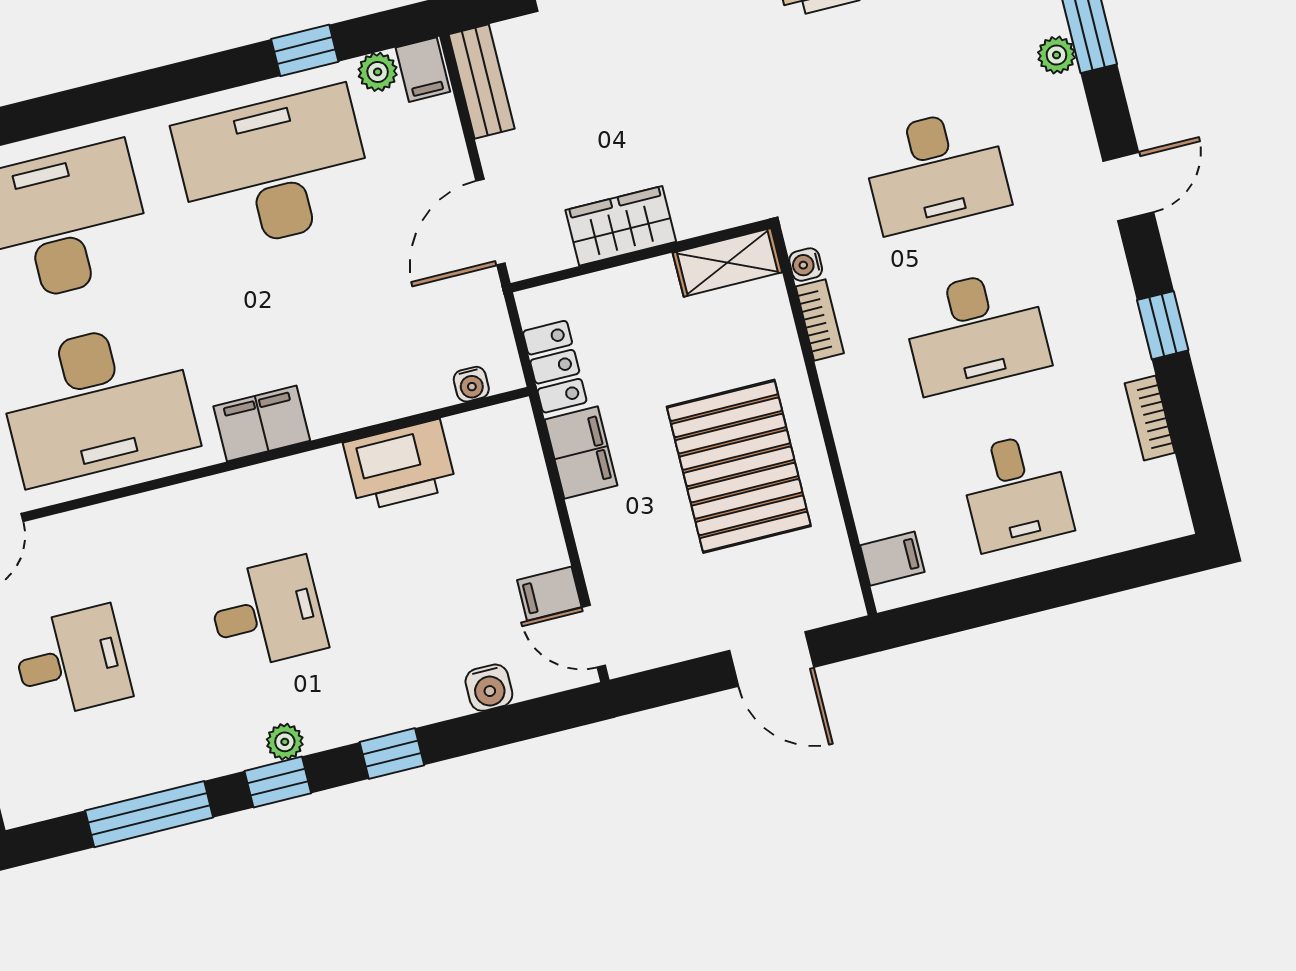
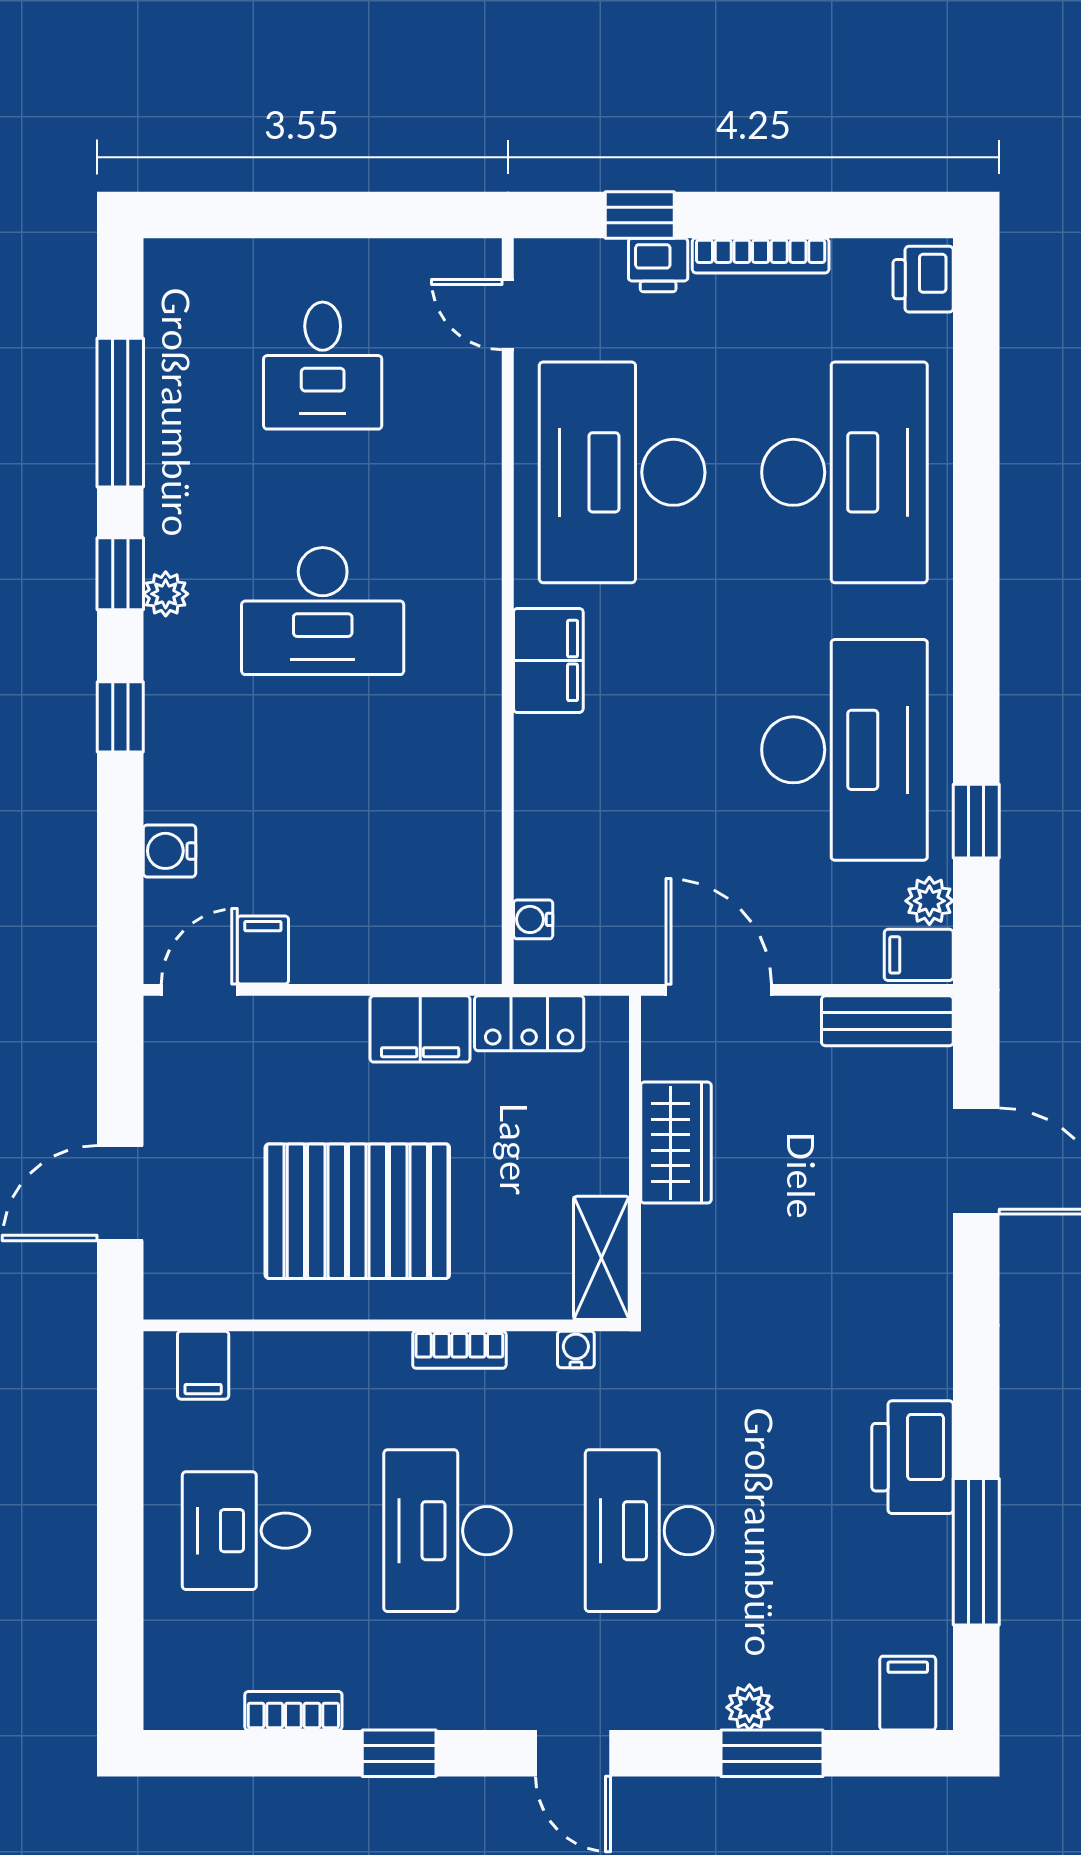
bookcase: (820, 320) -> (459, 1350), moved
printer: (400, 465) -> (458, 811), removed
desk: (267, 613) -> (323, 611), width x1.37

